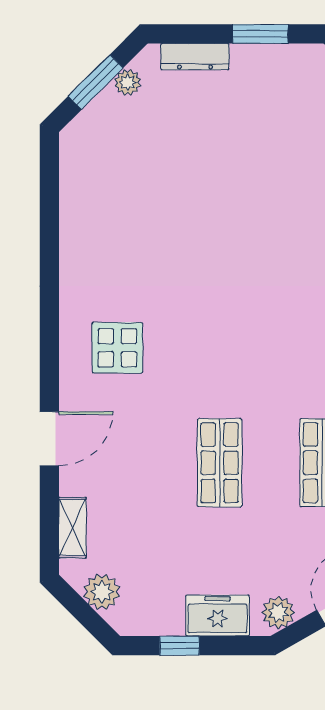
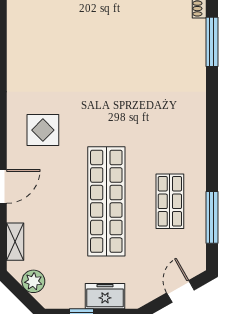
shop shelf: (220, 463) -> (106, 201), width x2.00, depth x1.36
plant: (278, 612) -> (143, 294), removed

